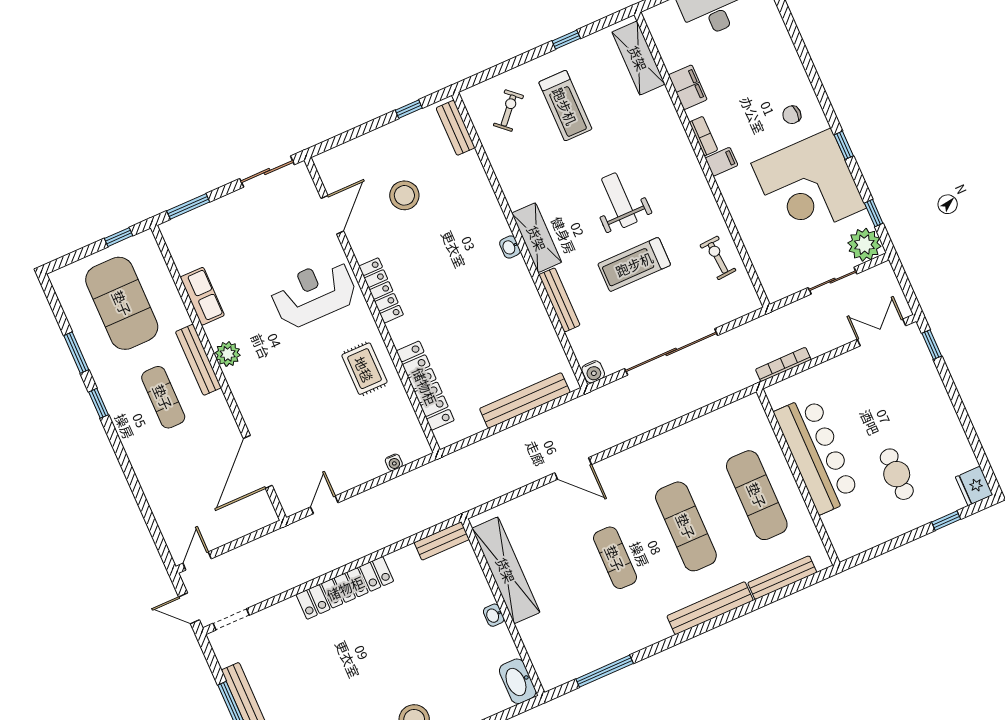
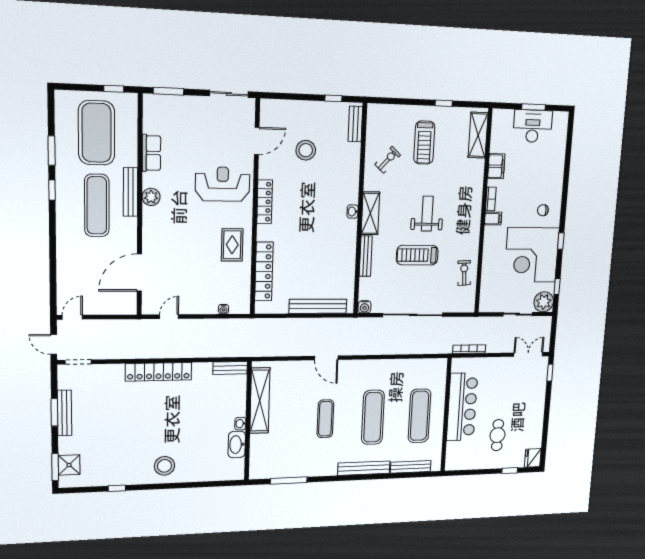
exercise bike: (508, 111) -> (388, 160), moved
exercise mat: (163, 397) -> (97, 205), width x1.36, depth x1.45
washbasin: (518, 681) -> (237, 445), moved

